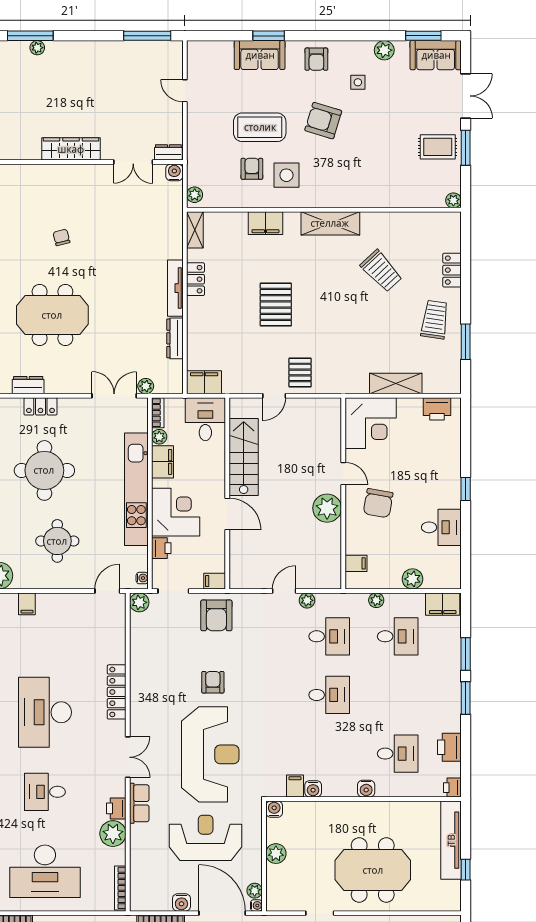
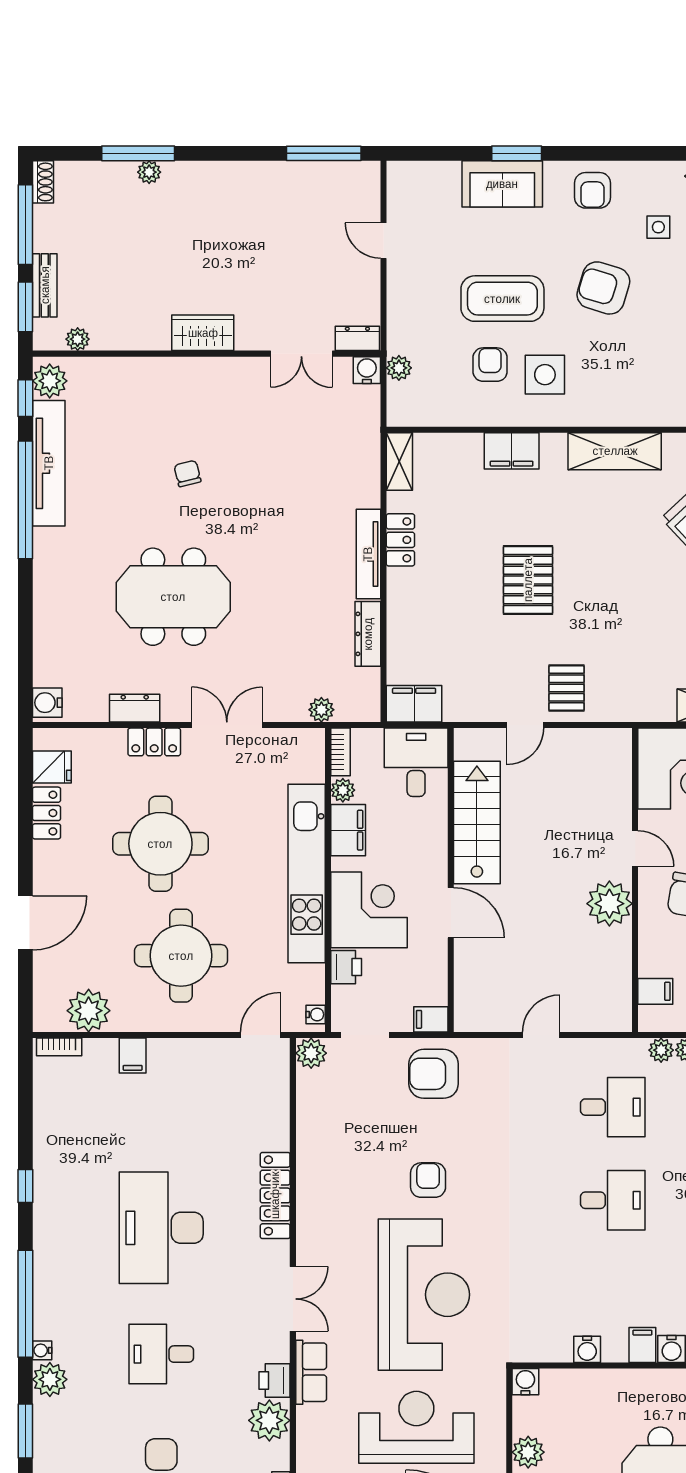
wardrobe: (71, 149) -> (203, 333), width x0.67
plant: (195, 195) -> (399, 368), moved
double door: (114, 396) -> (227, 725), moved
round table: (57, 541) -> (181, 956), width x1.36, depth x1.36
plant: (307, 600) -> (661, 1050), moved
armchair: (216, 615) -> (434, 1074), turned 90
filing cabinet: (295, 786) -> (642, 1345), moved

